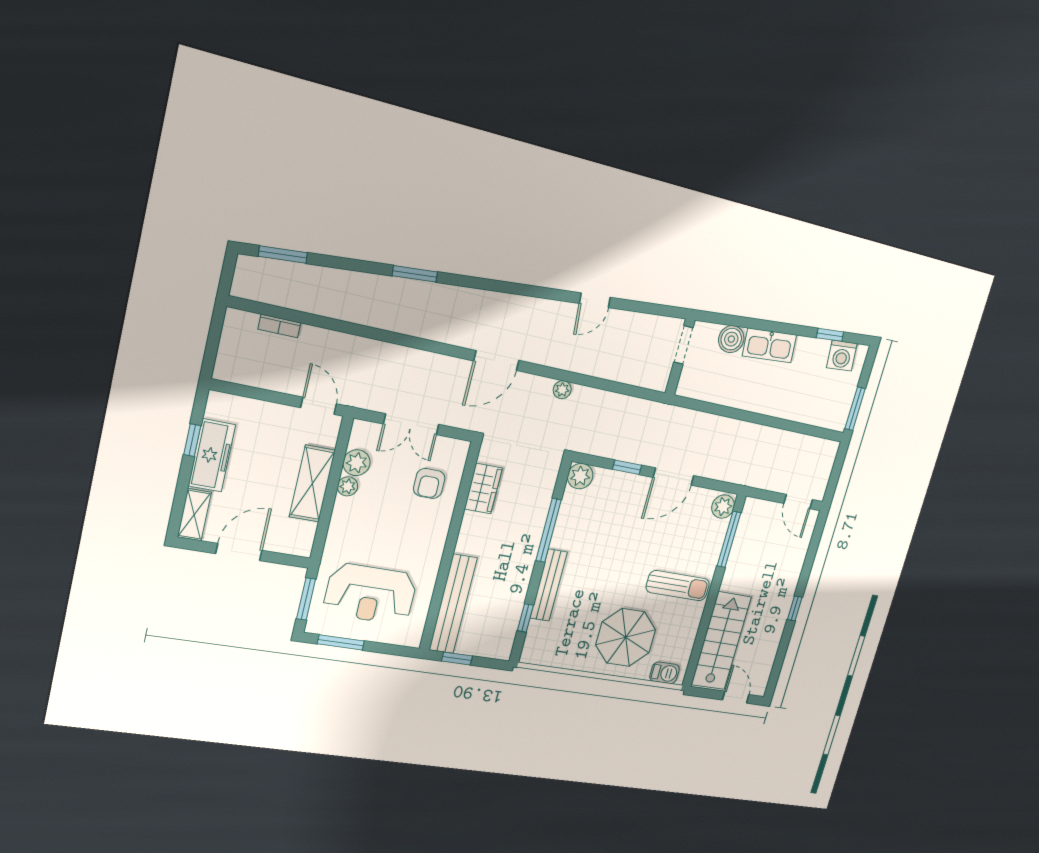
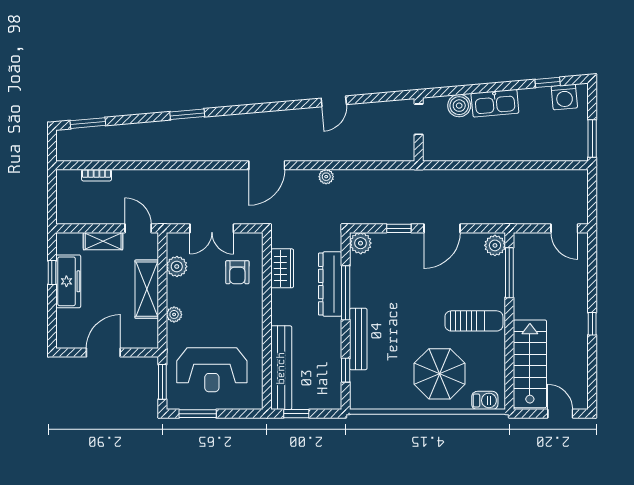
plant: (348, 486) -> (174, 314), moved
shelving: (194, 515) -> (103, 241), moved, turned 90
dresser: (534, 517) -> (330, 284), added

